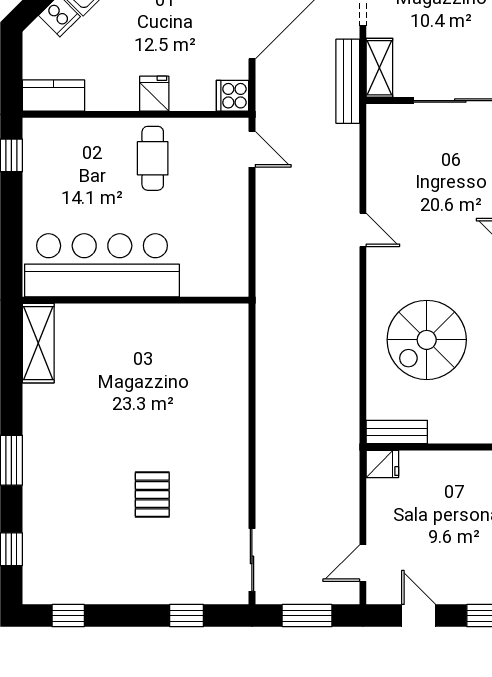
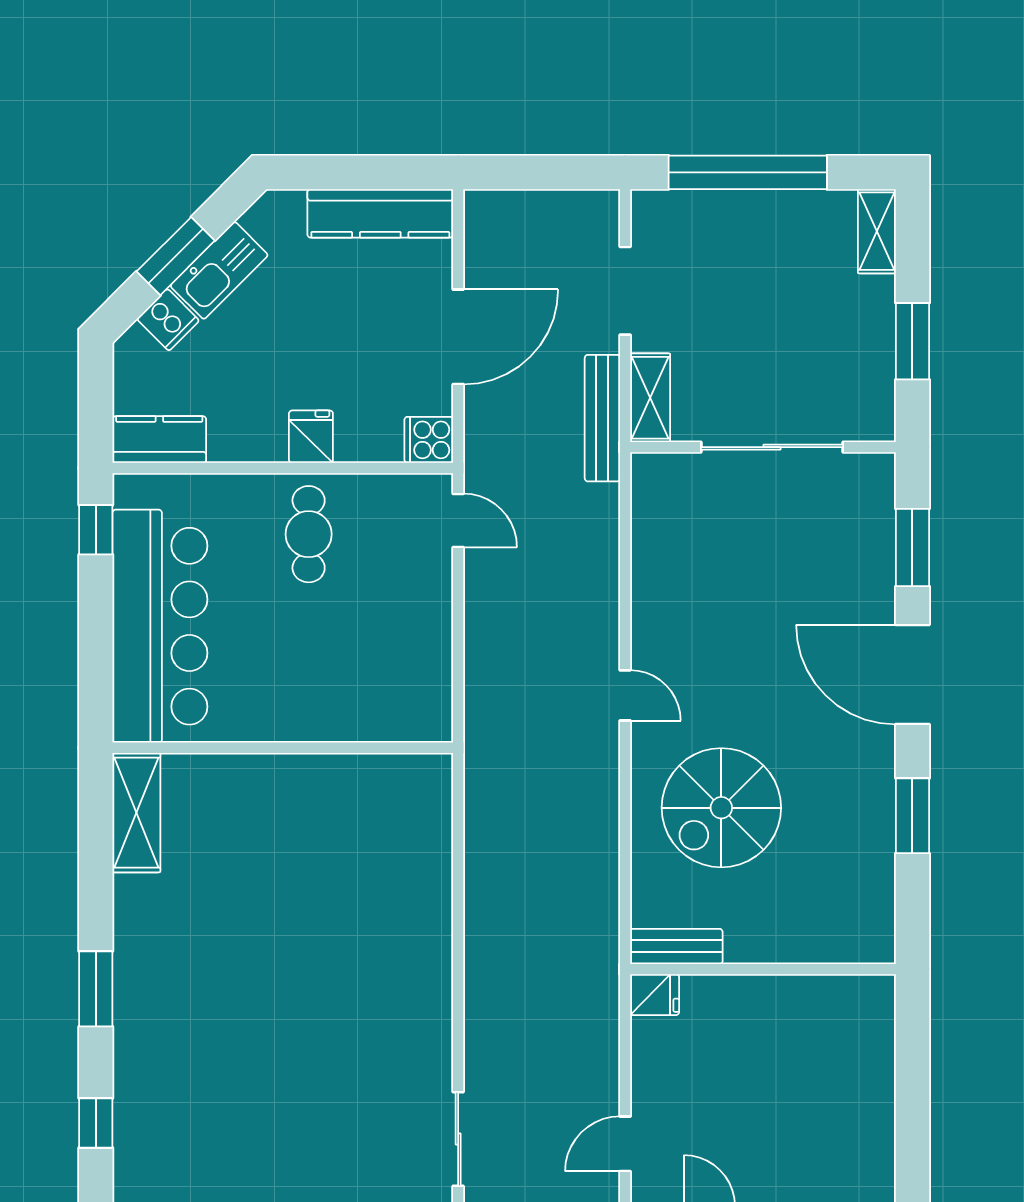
door: (363, 230) -> (625, 695), moved
bar counter: (102, 265) -> (160, 626), moved, turned 90
pallet: (152, 495) -> (308, 1041), removed

